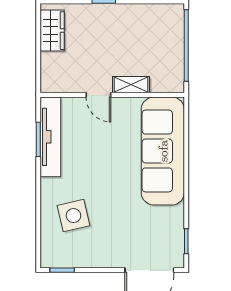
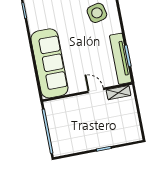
wardrobe: (52, 31) -> (132, 125), removed
shelving: (131, 85) -> (118, 93), moved

